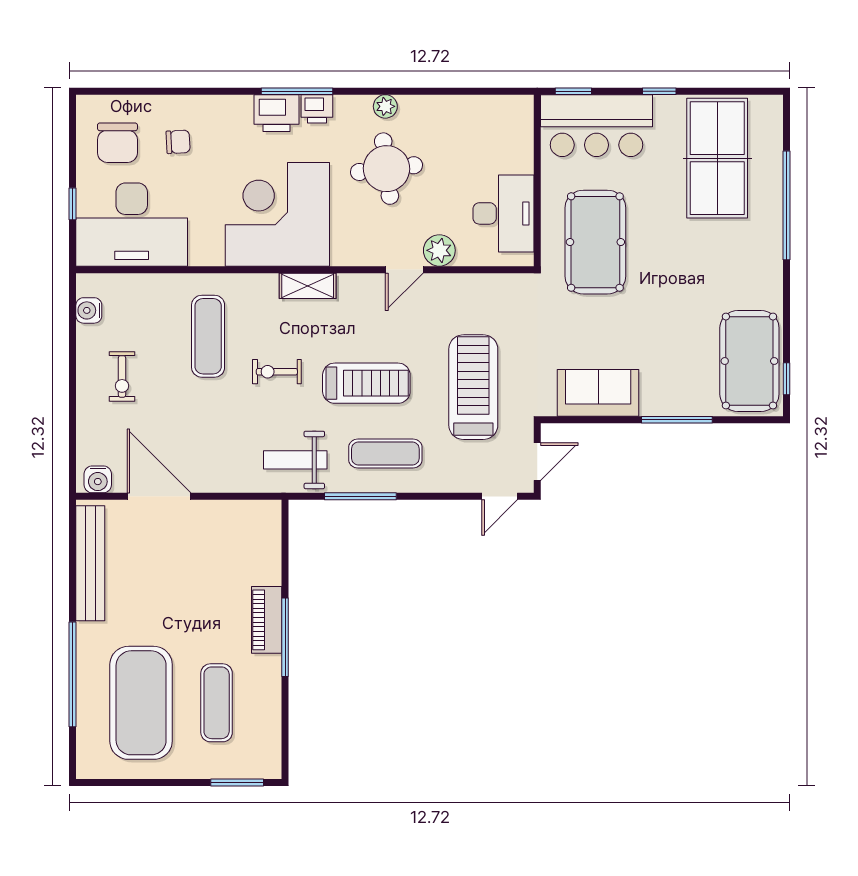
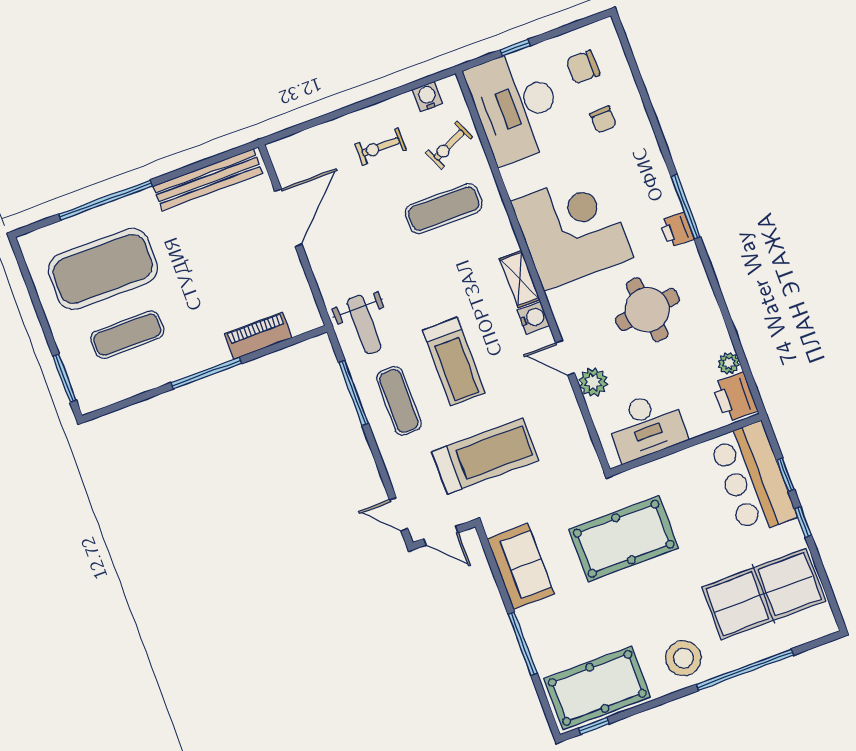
window: (573, 91) -> (785, 475), moved
plant: (385, 106) -> (729, 363), moved
printer: (276, 113) -> (735, 397), moved
chair: (117, 143) -> (583, 67), width x0.73, depth x0.73
pool table: (595, 242) -> (624, 539), moved
stool: (752, 263) -> (683, 658), added
exercise bike: (277, 372) -> (449, 145), moved, turned -115
weight bench: (295, 460) -> (364, 325), turned 180
water cooler: (98, 479) -> (533, 318), moved, turned 180
piano: (267, 620) -> (258, 336), moved

